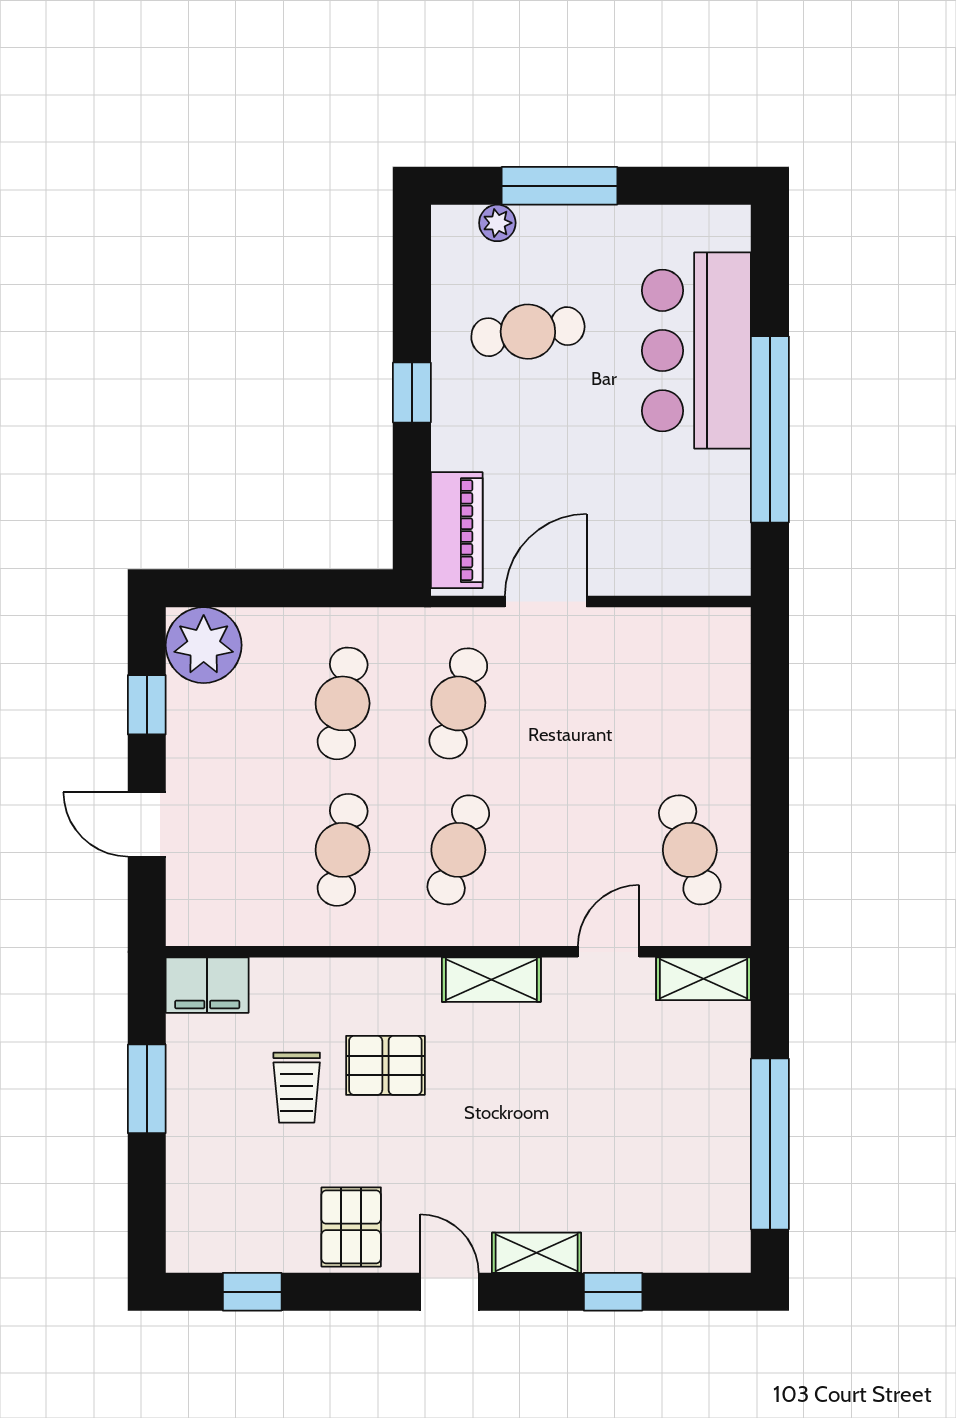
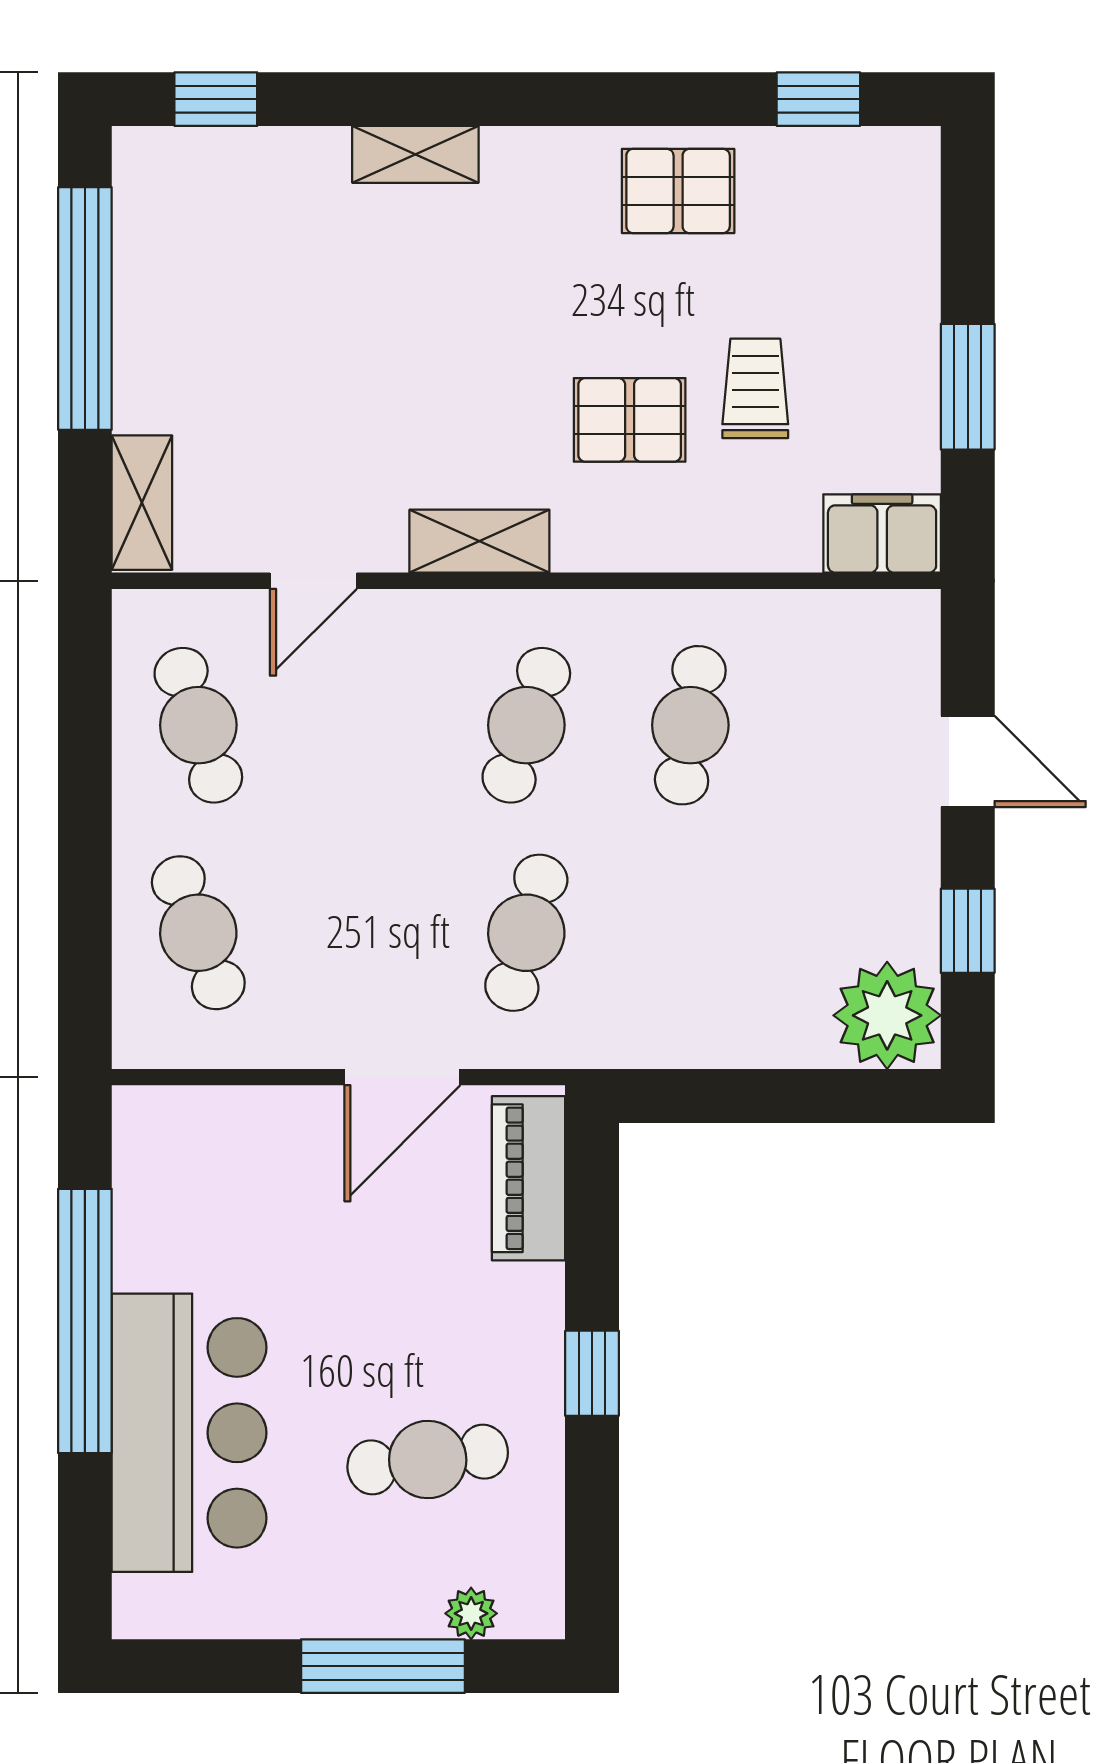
cafe table: (343, 703) -> (198, 933), moved, turned -30
shelving: (703, 979) -> (142, 503), moved, turned 90
pallet: (351, 1227) -> (678, 191), turned 90
door: (449, 1292) -> (539, 99), removed
window: (613, 1292) -> (216, 99), moved

